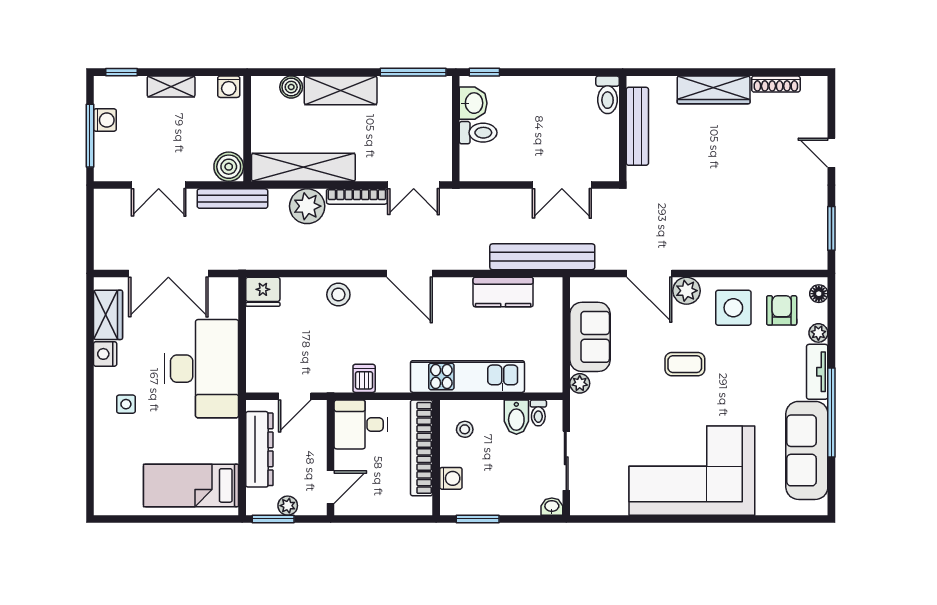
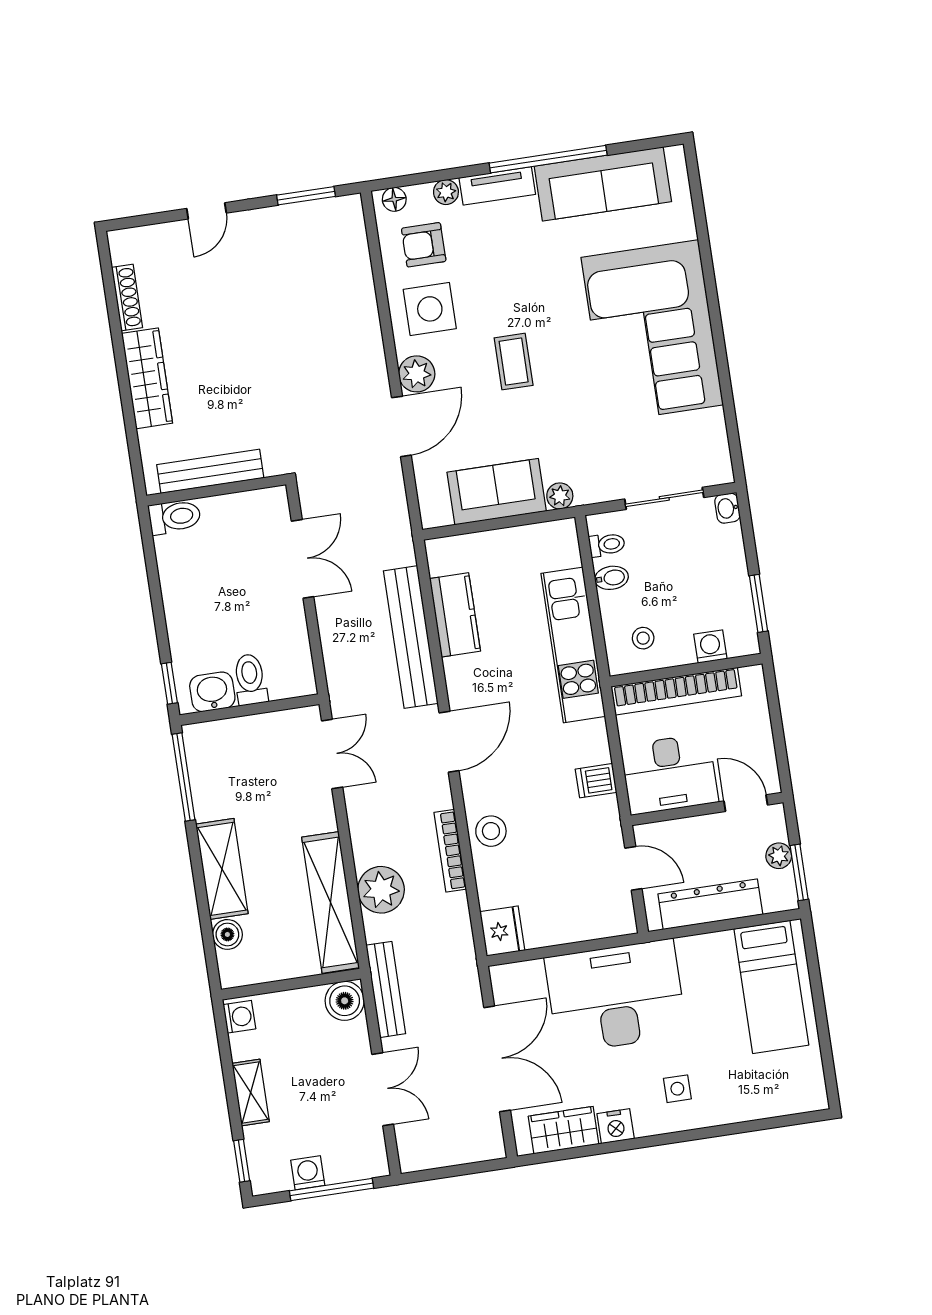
bookcase: (357, 197) -> (450, 851), moved, turned 180
bench: (542, 257) -> (411, 637), moved
bidet: (516, 417) -> (612, 578), width x0.72, depth x0.74
desk: (361, 424) -> (669, 774), width x1.37

